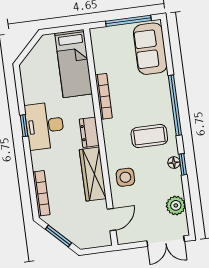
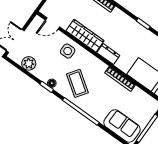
desk: (45, 126) -> (133, 34), removed
coffee table: (149, 136) -> (77, 83), turned -55
door: (111, 220) -> (53, 23), hinge flipped

